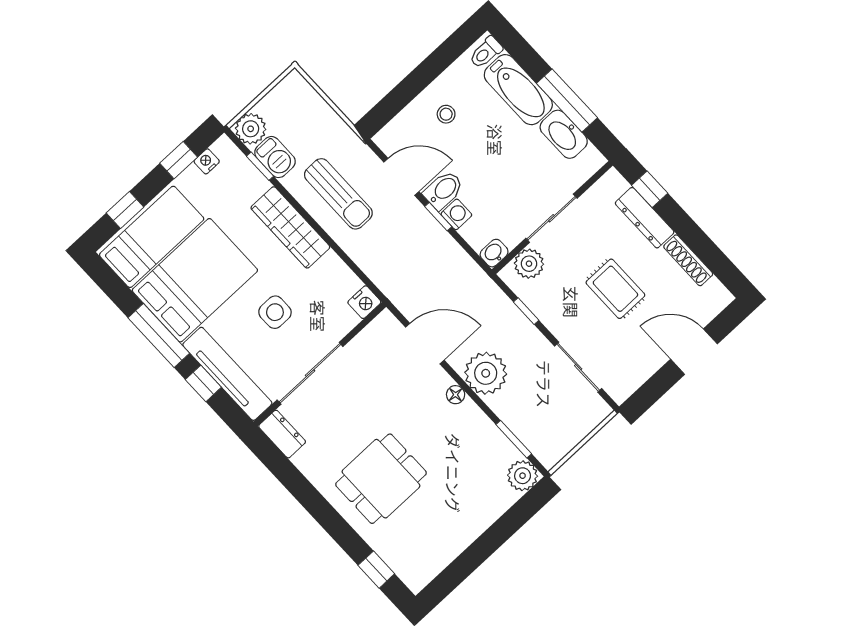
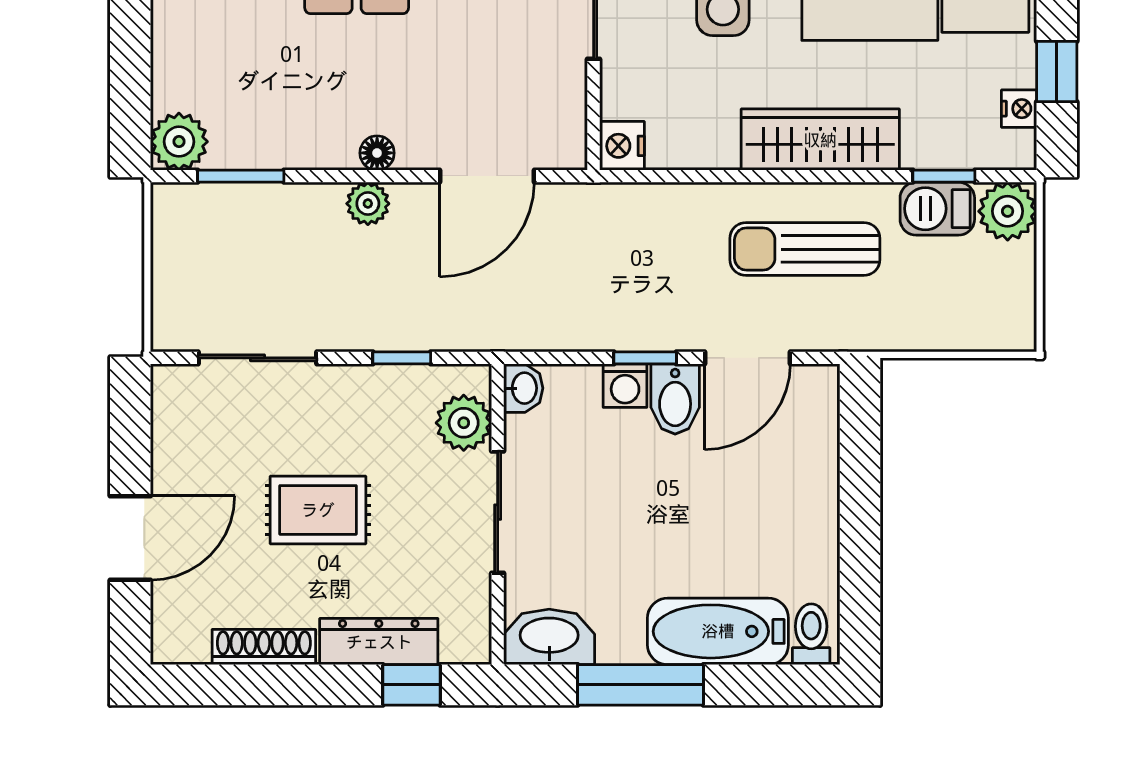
stool: (446, 114) -> (777, 500), removed
washbasin: (564, 134) -> (549, 637), moved
plant: (486, 373) -> (368, 204), width x0.53, depth x0.53

